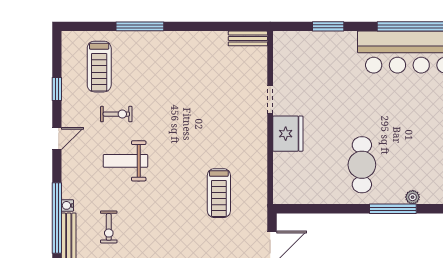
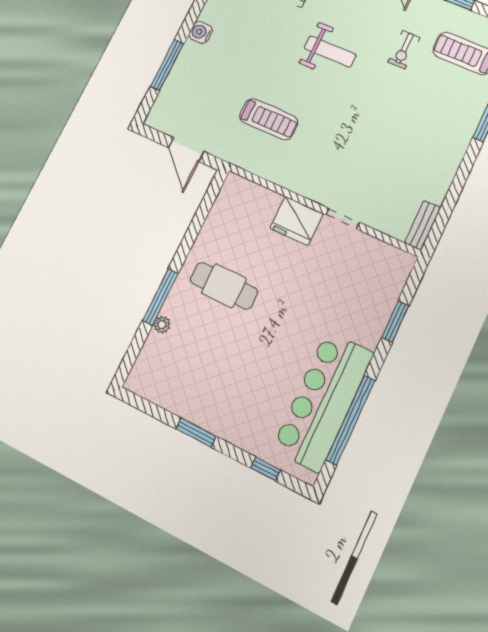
weight bench: (125, 161) -> (330, 51), moved, turned 90
treadmill: (219, 193) -> (269, 119), turned 180

